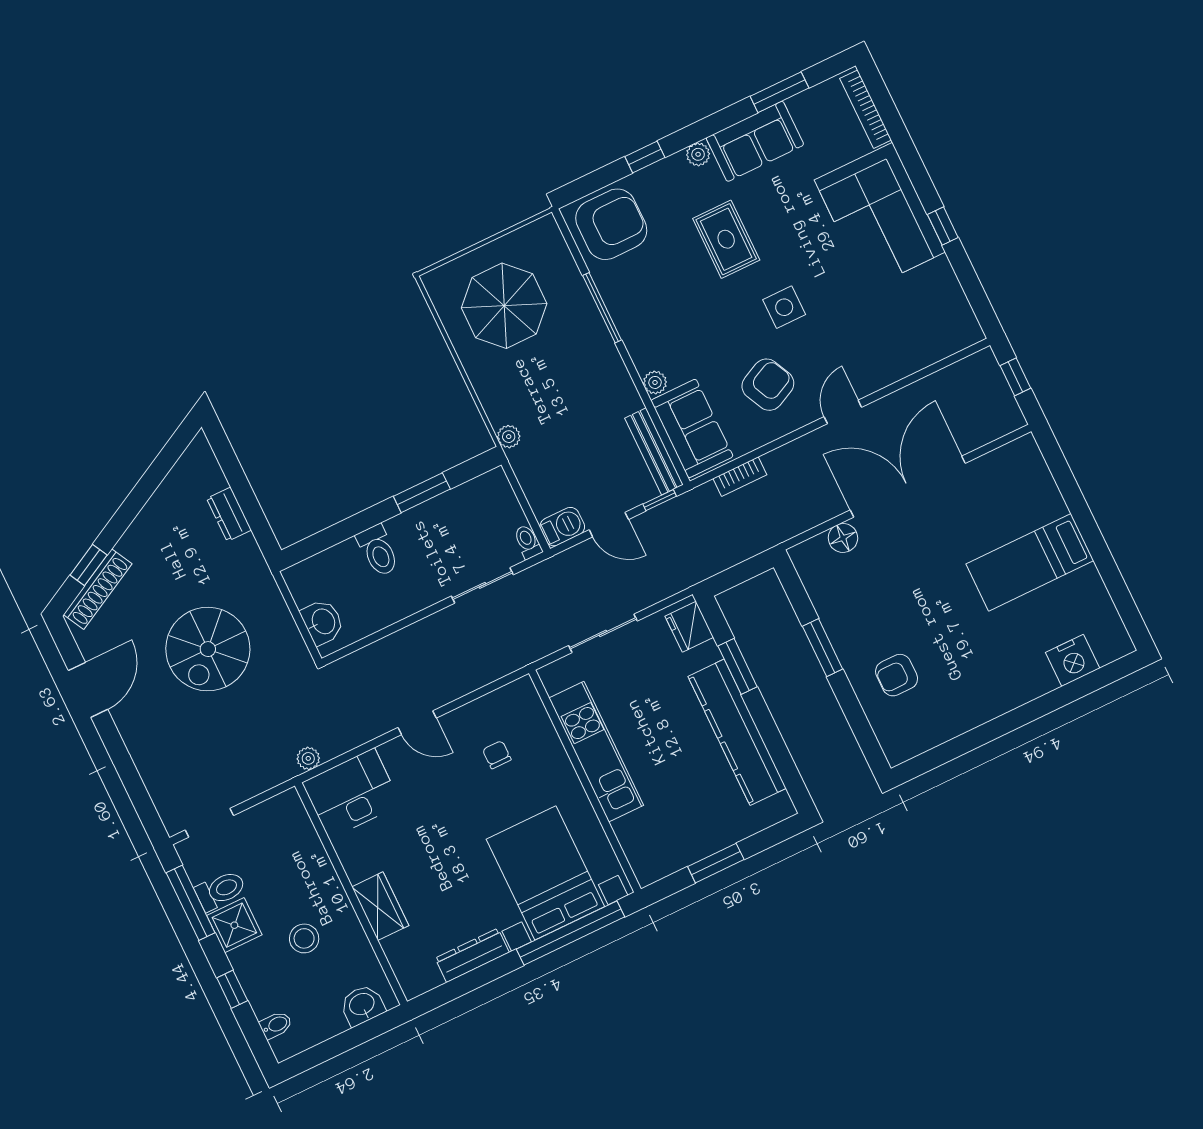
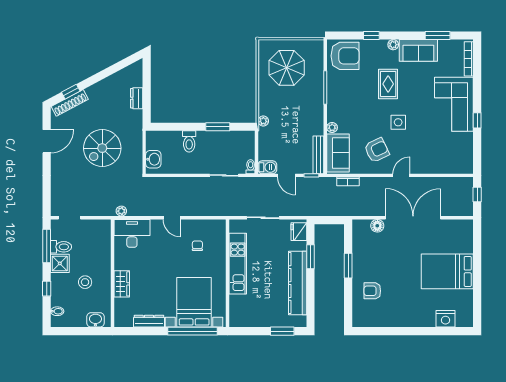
bed: (1030, 562) -> (447, 271), width x1.50
window: (716, 863) -> (282, 331), moved

